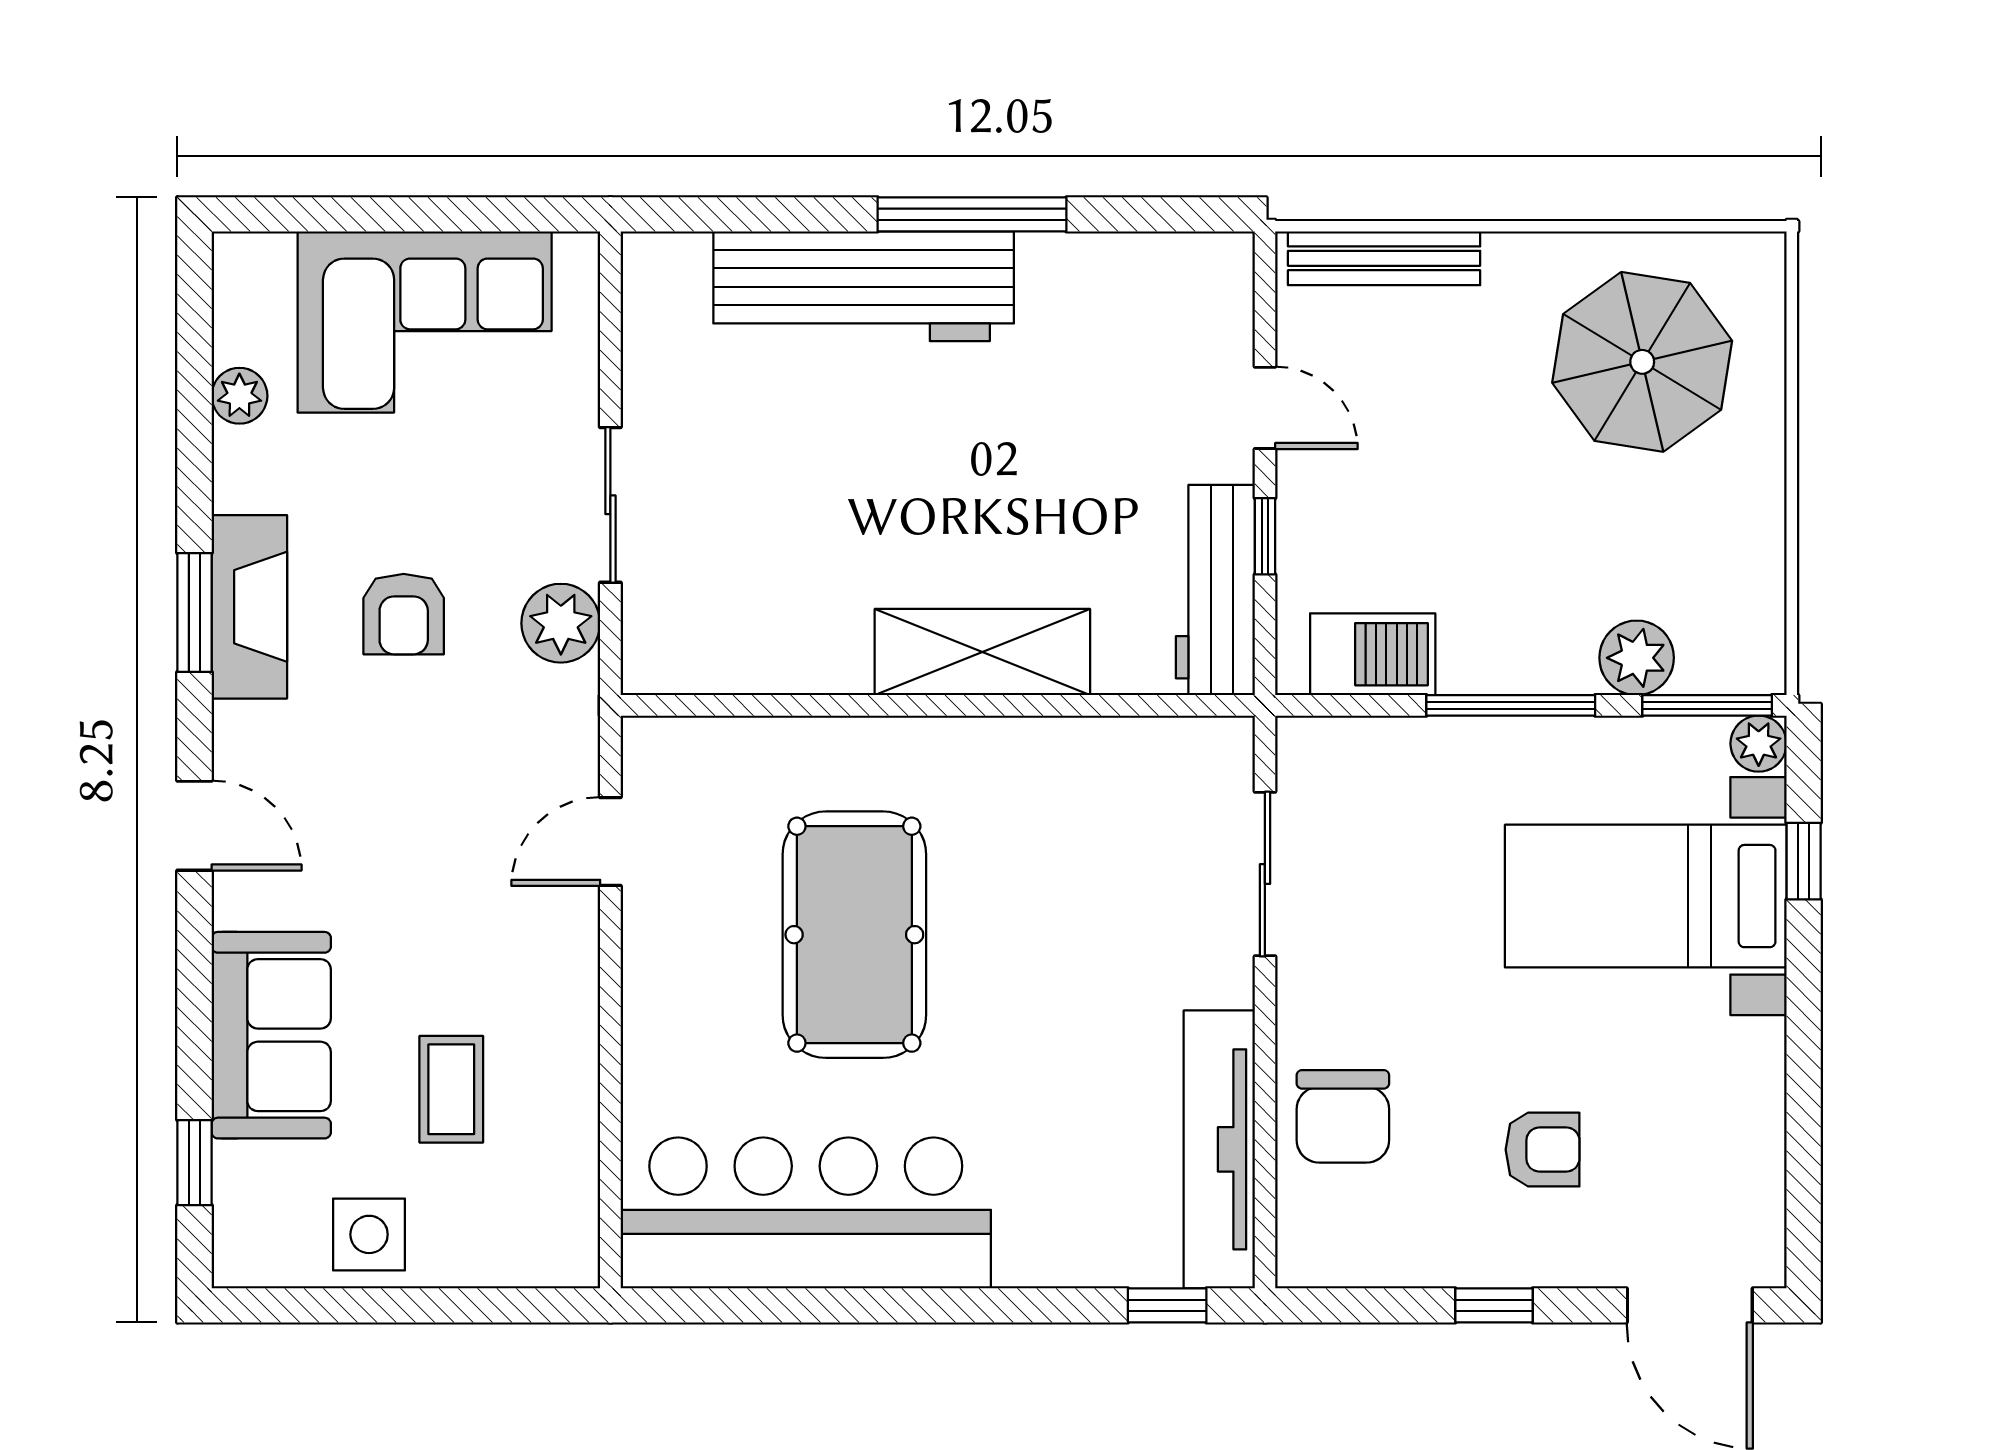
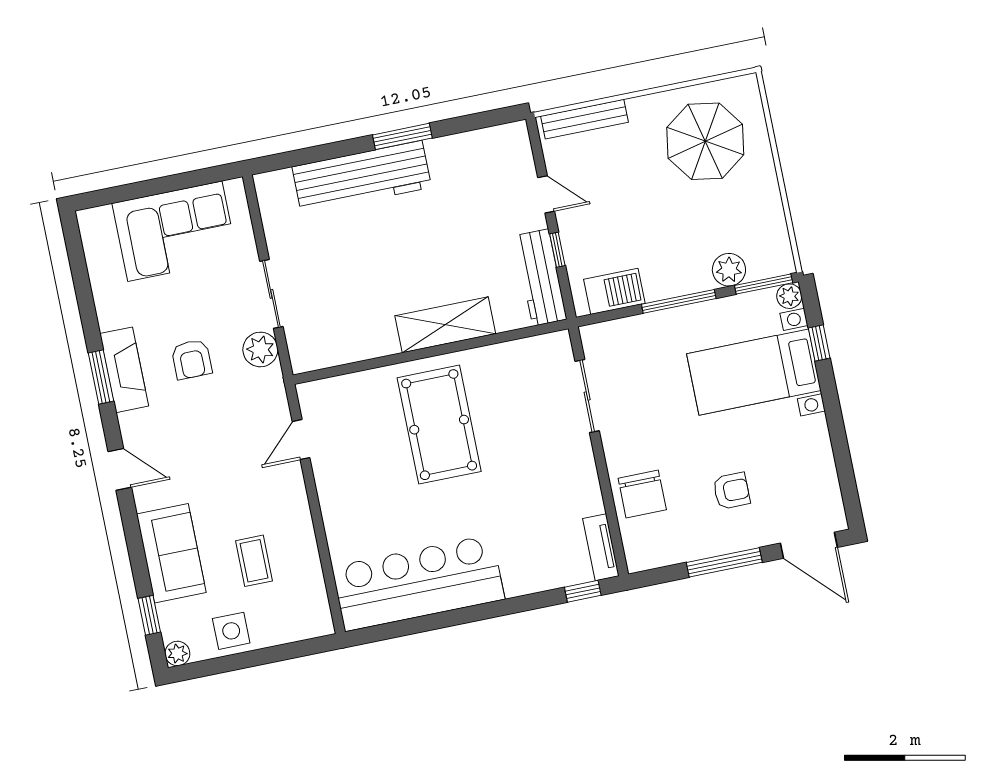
window: (972, 214) -> (402, 136), width x0.69
plant: (239, 396) -> (177, 653), moved
pool table: (854, 935) -> (439, 425), moved
tv unit: (1219, 1149) -> (601, 547), width x0.52, depth x0.78
window: (1494, 1305) -> (724, 562), width x2.17

